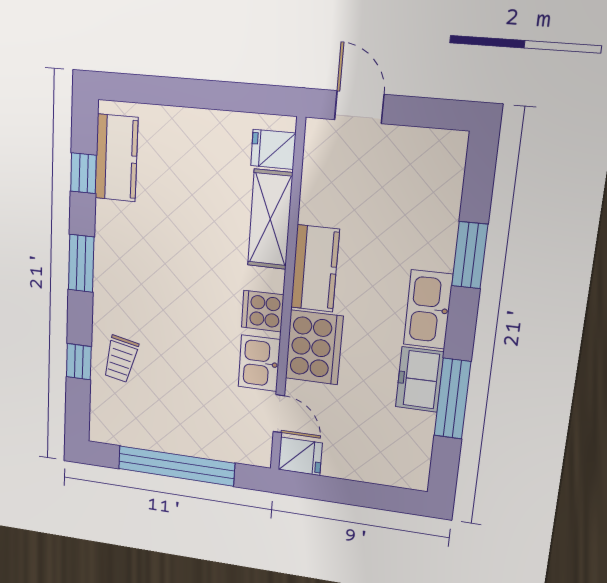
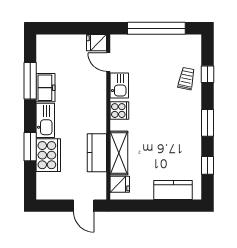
kitchen counter: (116, 158) -> (173, 190), moved, turned 90
kitchen counter: (315, 268) -> (97, 153), moved
cooker: (314, 347) -> (48, 155), moved, turned 180

